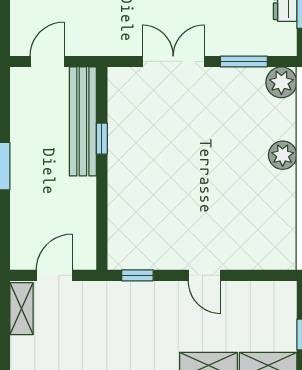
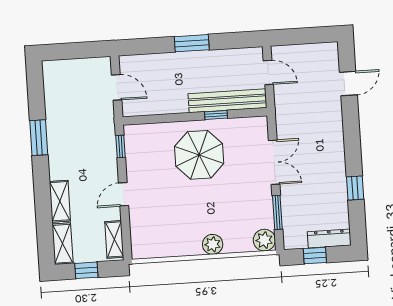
parasol: (156, 166) -> (199, 155), added
shelving: (21, 309) -> (114, 239), moved, turned 90

